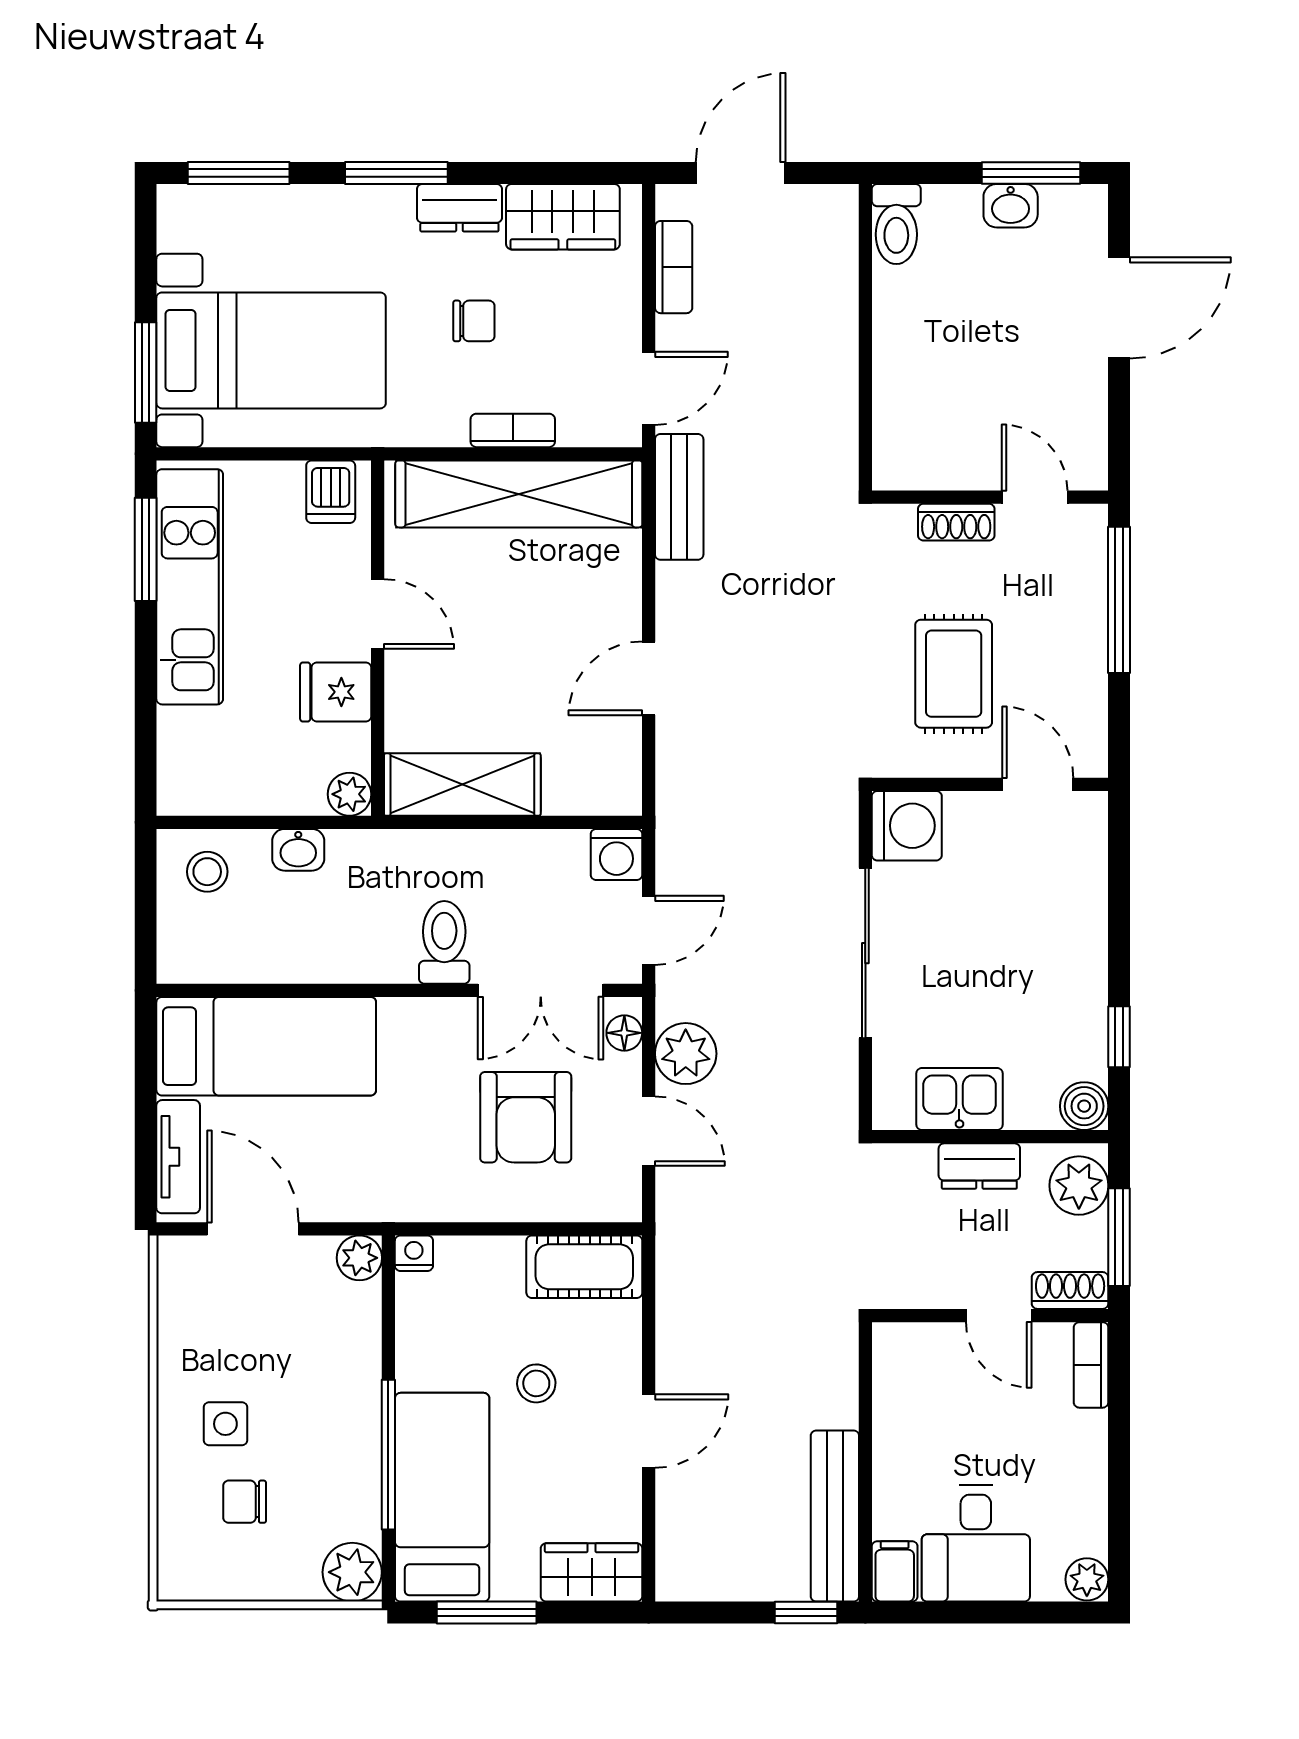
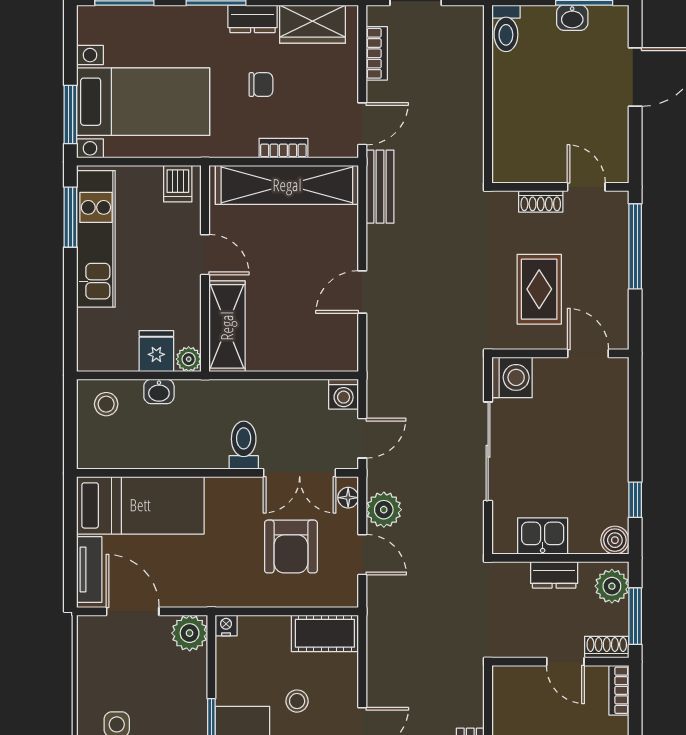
fridge: (336, 692) -> (156, 351), moved, turned 90
shelving: (462, 785) -> (227, 326), moved, turned 90
plant: (359, 1258) -> (190, 633), width x1.38, depth x1.38

